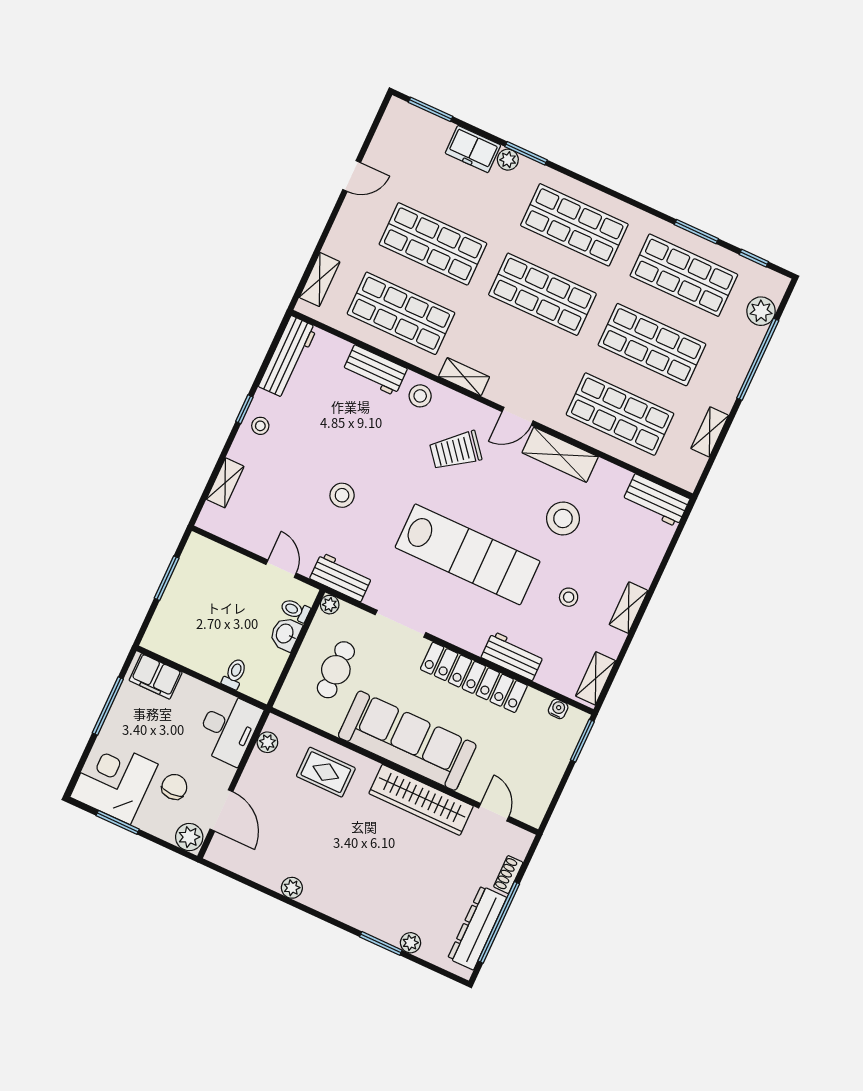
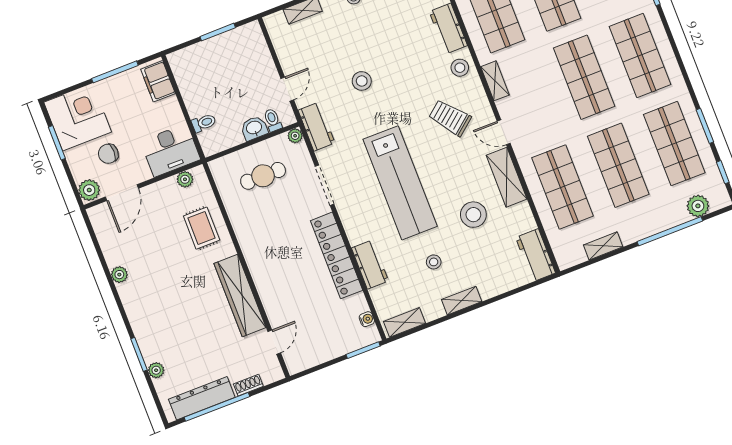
sofa: (407, 741) -> (265, 255), removed
chair: (174, 787) -> (108, 154), turned 180

